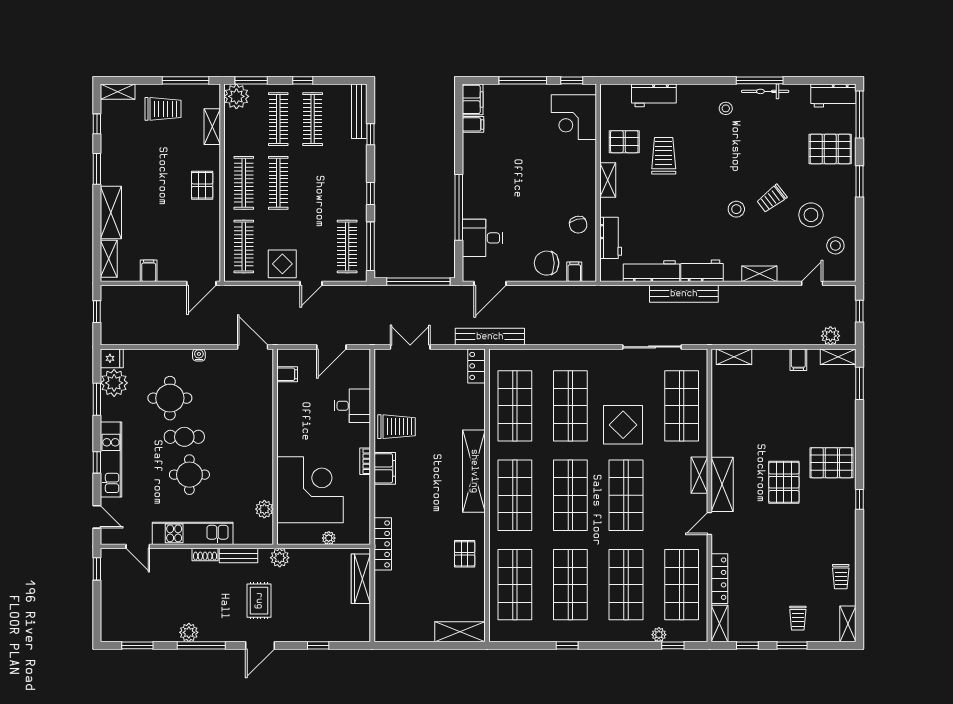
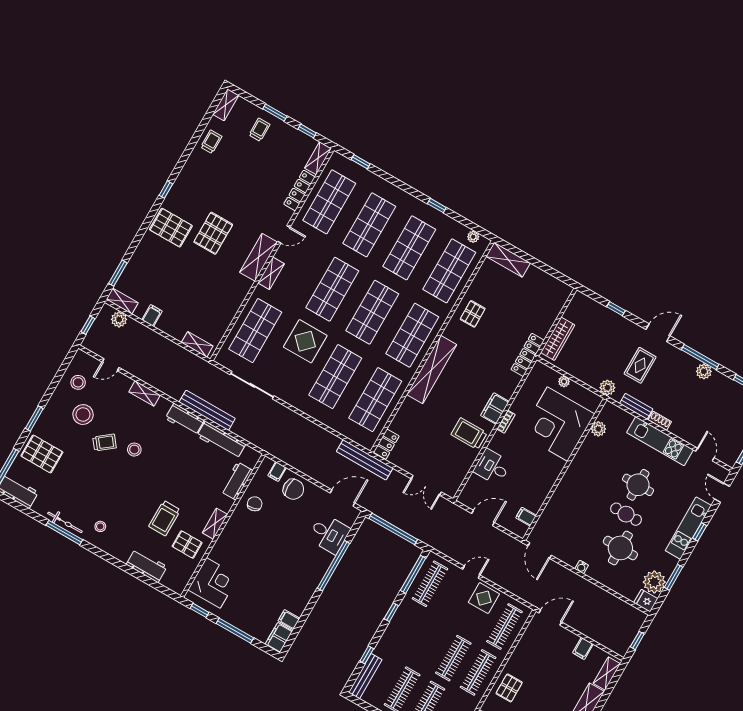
plant: (659, 635) -> (473, 237), moved

